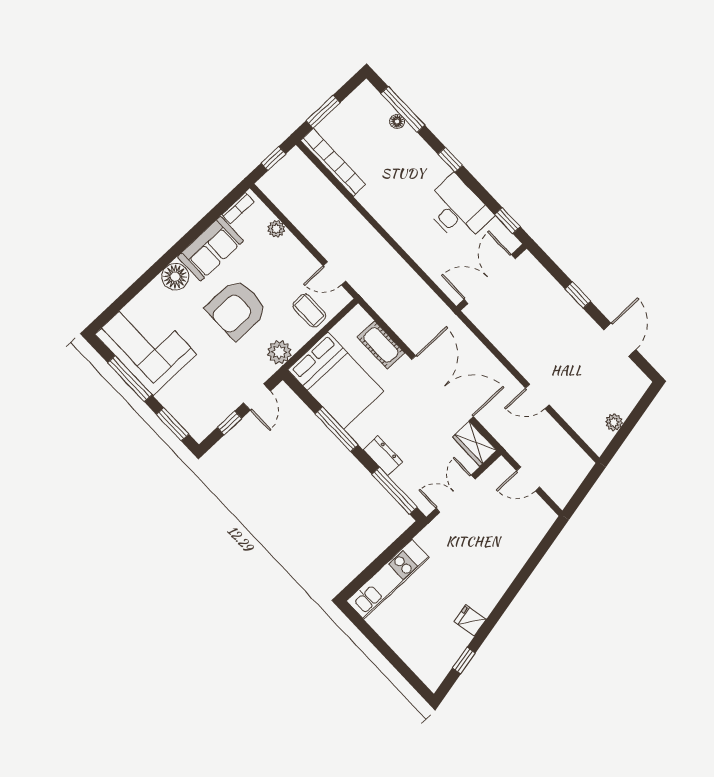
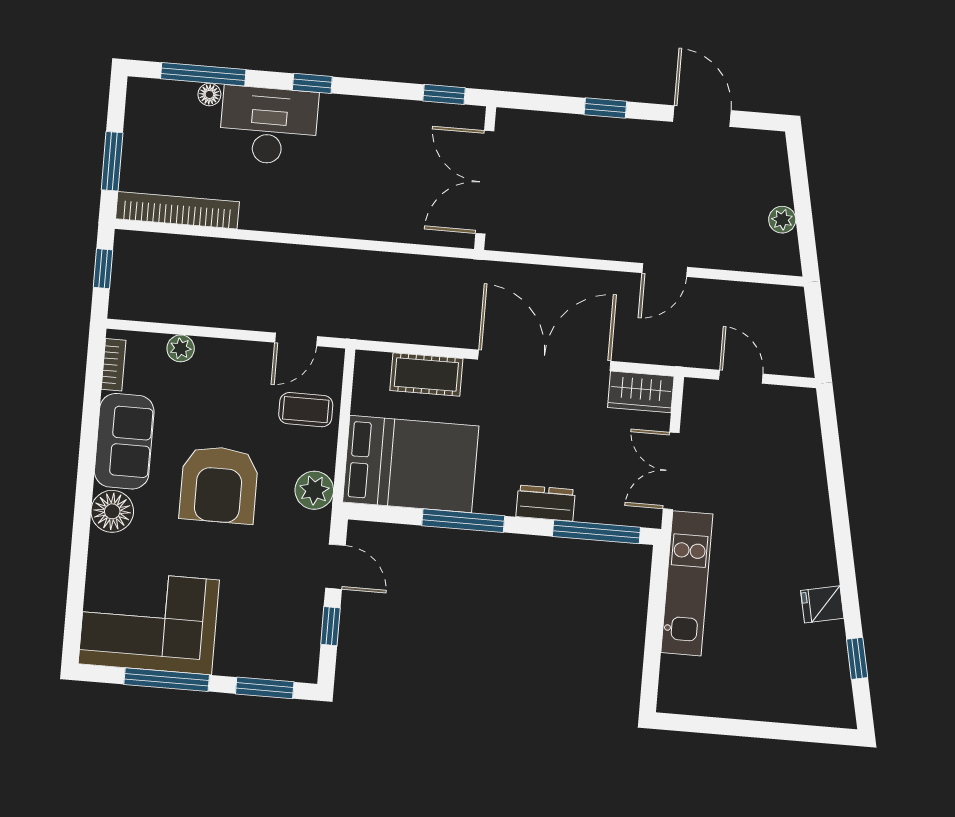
desk: (458, 210) -> (269, 126), moved
door: (528, 479) -> (741, 377), swing flipped
kitchen unit: (388, 579) -> (687, 583), moved

